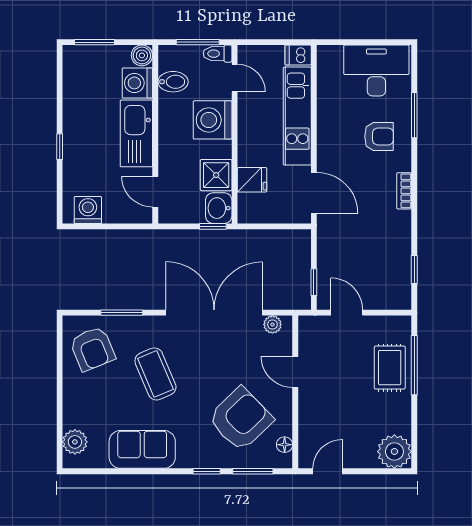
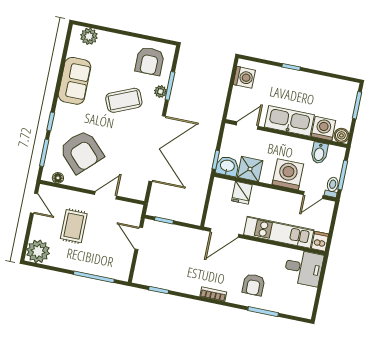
desk: (376, 70) -> (304, 268), moved, width x0.73
door: (347, 313) -> (139, 238), swing flipped
plant: (272, 324) -> (161, 92), moved
armchair: (92, 349) -> (150, 61), turned -68
rug: (390, 368) -> (74, 226), moved, turned 90

